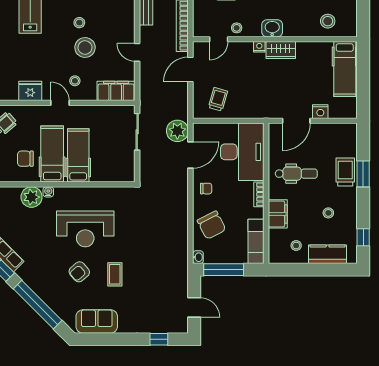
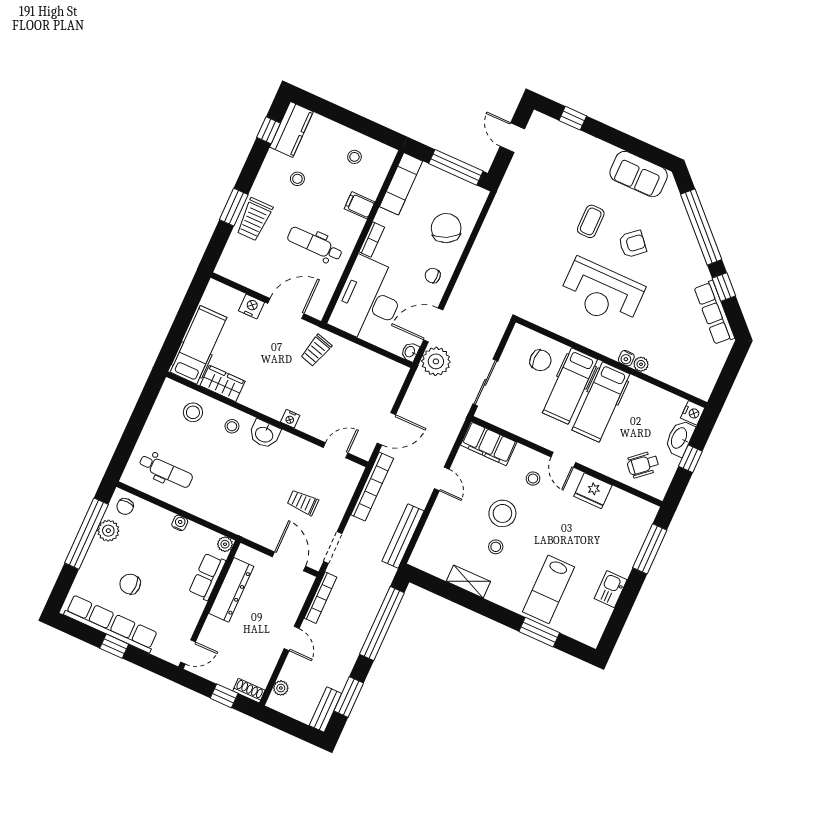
stool: (237, 28) -> (232, 426), moved
wardrobe: (281, 50) -> (223, 383), moved
trolley: (218, 99) -> (316, 350), moved
chair: (25, 159) -> (540, 360), moved
plant: (32, 197) -> (641, 364), width x0.53, depth x0.53
filing cabinet: (278, 214) -> (360, 205), width x0.50
reception desk: (85, 229) -> (602, 293), turned 180
kitchen counter: (328, 254) -> (291, 129), moved, turned -90
washbasin: (198, 257) -> (410, 352), moved

